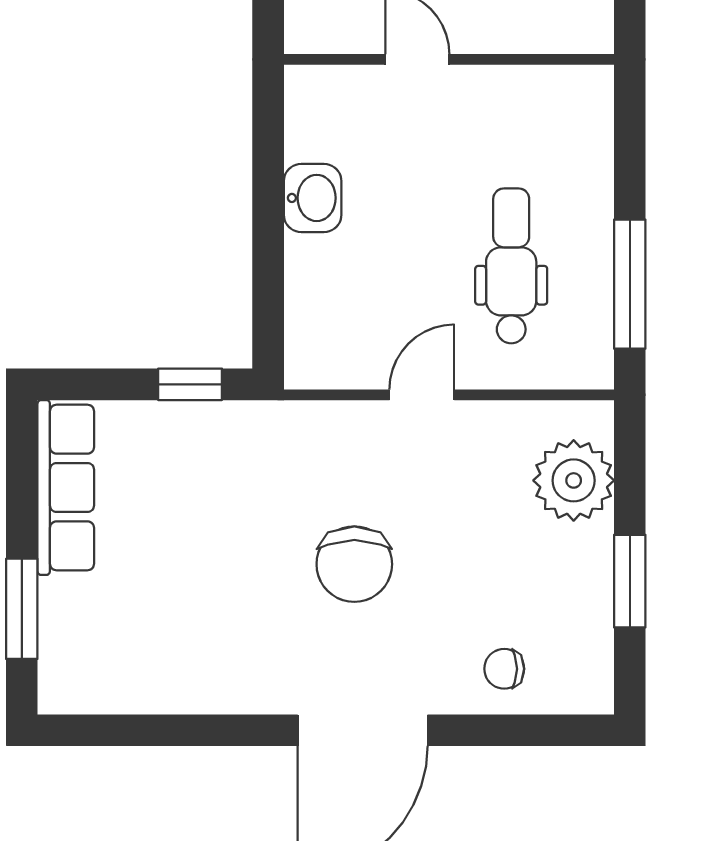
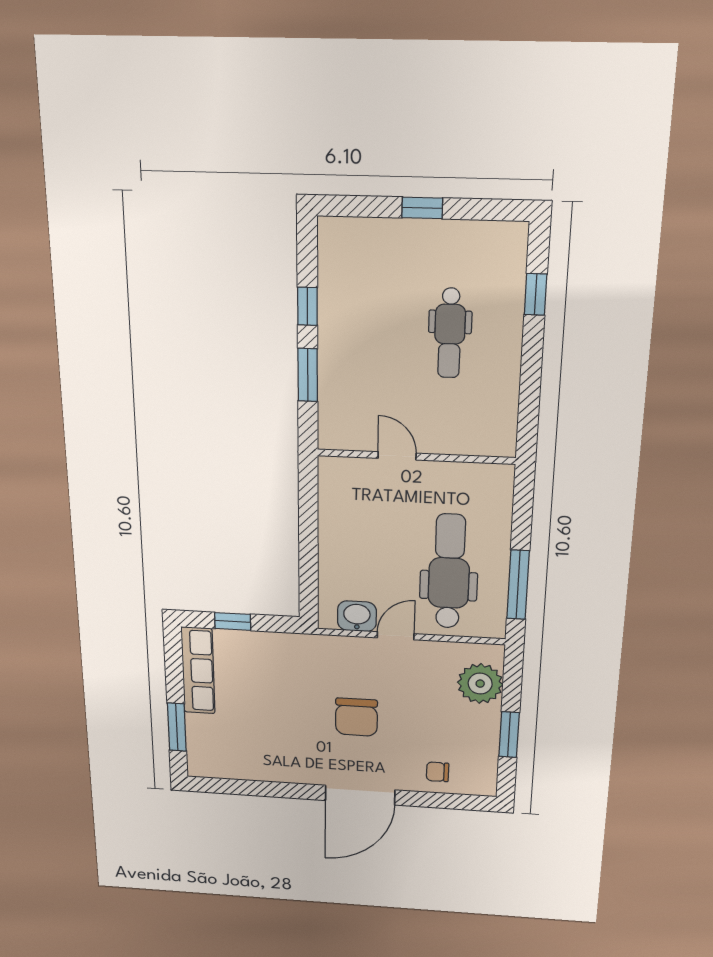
washbasin: (313, 198) -> (357, 616), moved, turned -90
dental chair: (511, 266) -> (449, 572), width x1.36, depth x1.38
window: (190, 384) -> (233, 621), moved

